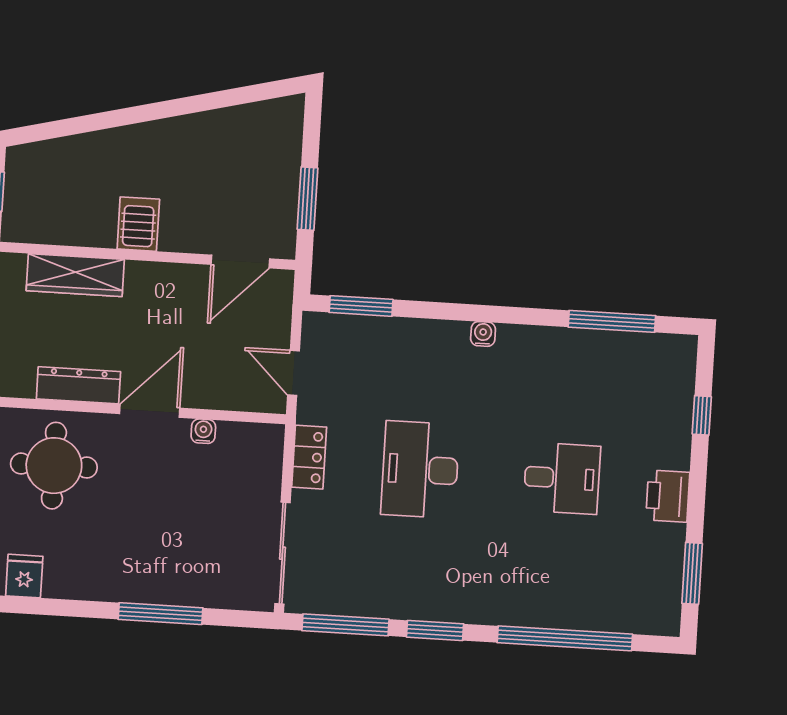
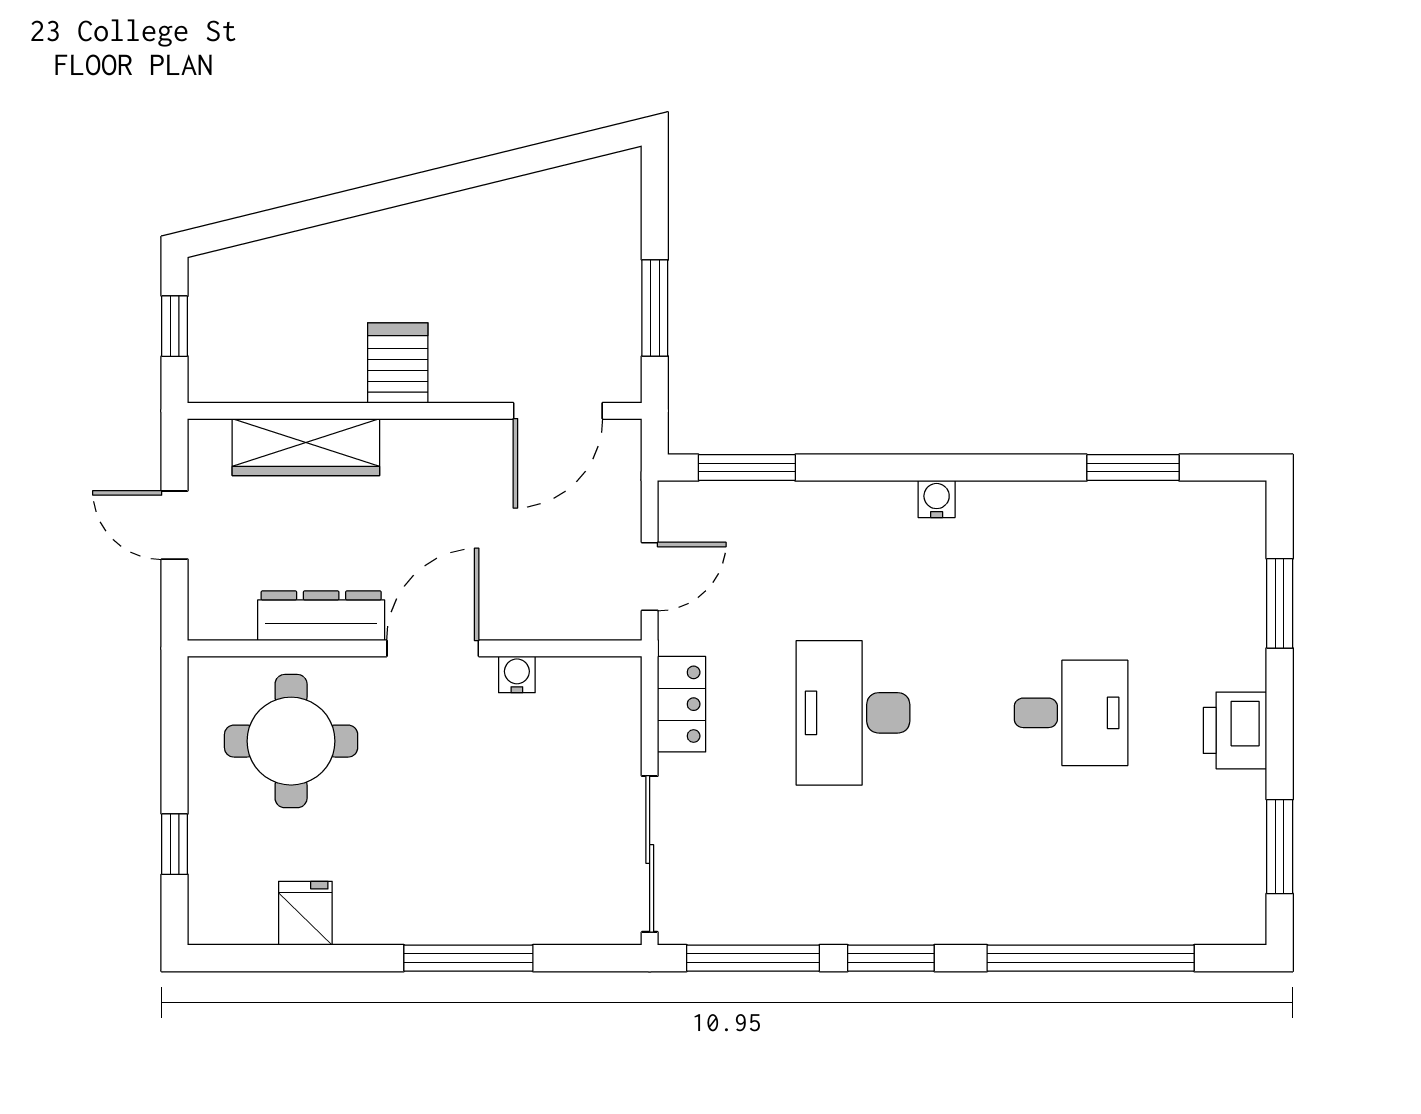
window: (612, 321) -> (1133, 468), width x0.69
door: (293, 373) -> (650, 576), swing flipped
window: (702, 415) -> (1280, 603), width x1.50
fridge: (24, 576) -> (305, 913), moved

